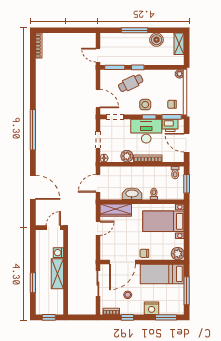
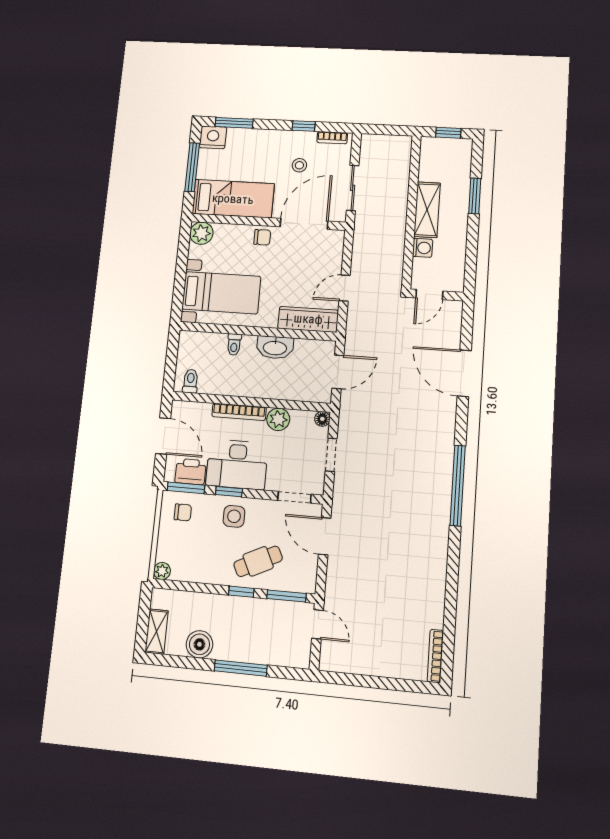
window: (187, 184) -> (171, 359), removed
nightstand: (152, 308) -> (213, 137), moved

